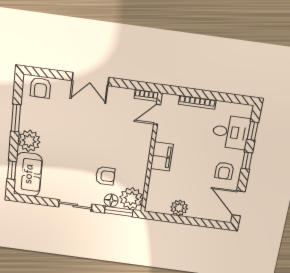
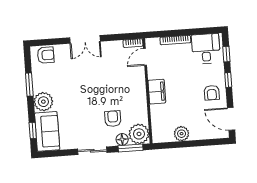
armchair: (40, 88) -> (46, 55), turned -90
desk: (231, 132) -> (206, 49), moved, turned -90
armchair: (105, 176) -> (113, 119), turned -90

